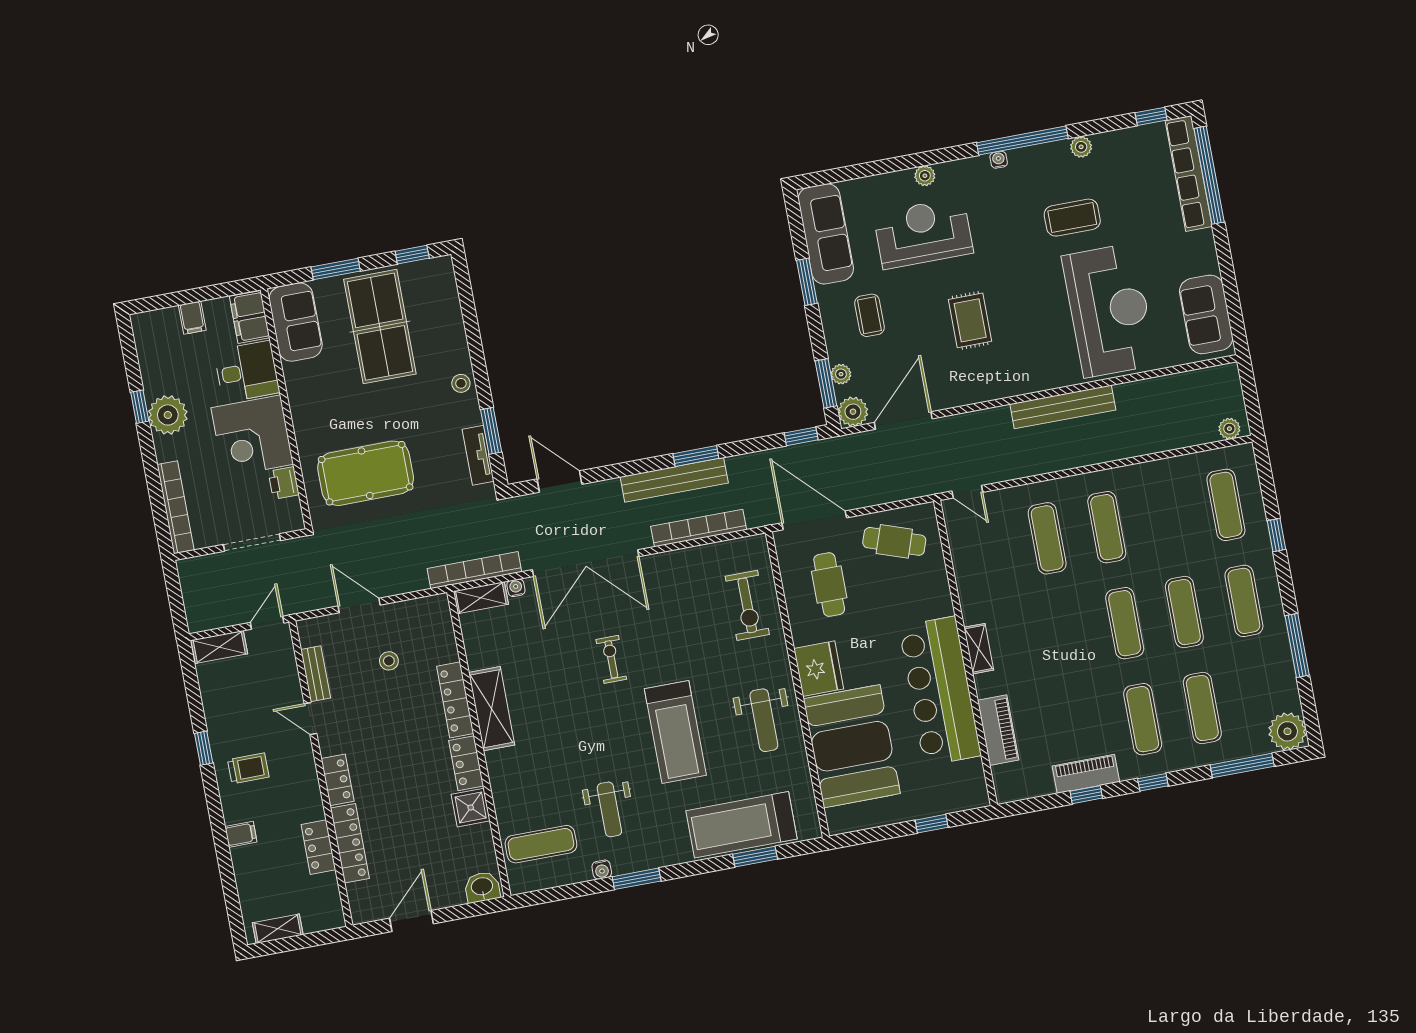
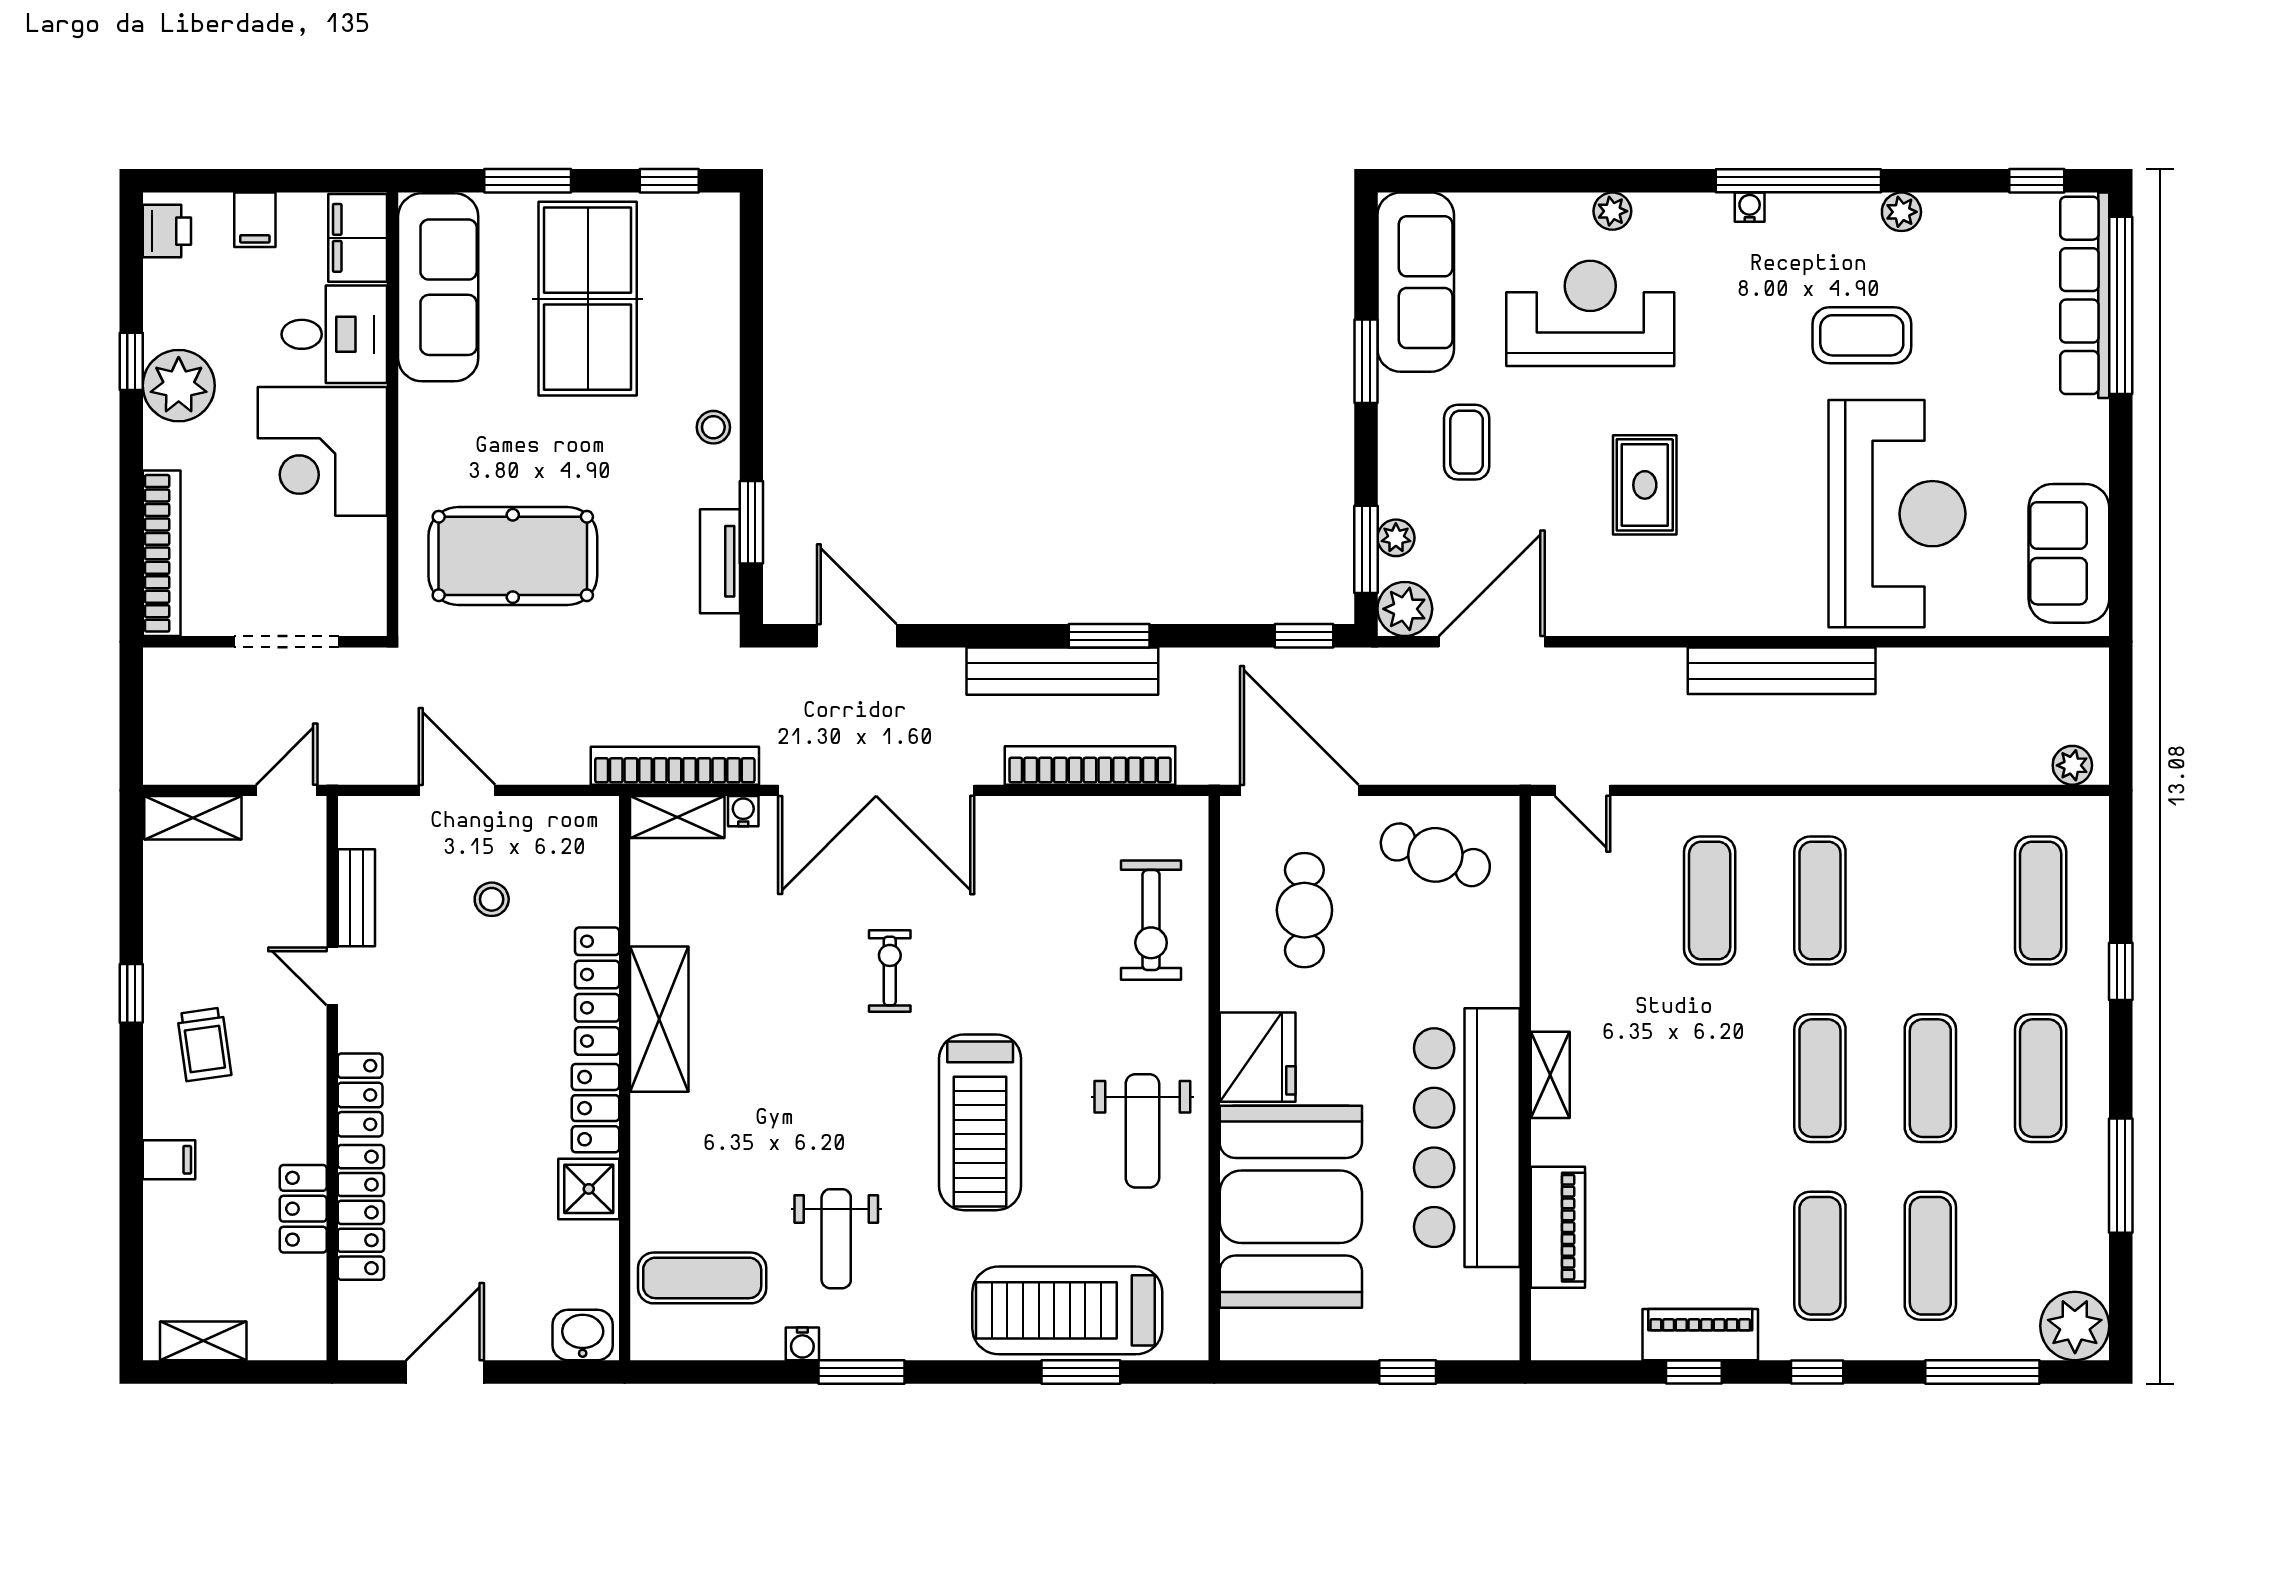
sofa: (296, 322) -> (438, 287), width x1.36
printer: (284, 483) -> (167, 231), moved, turned 180
trolley: (248, 768) -> (204, 1044), turned 82

